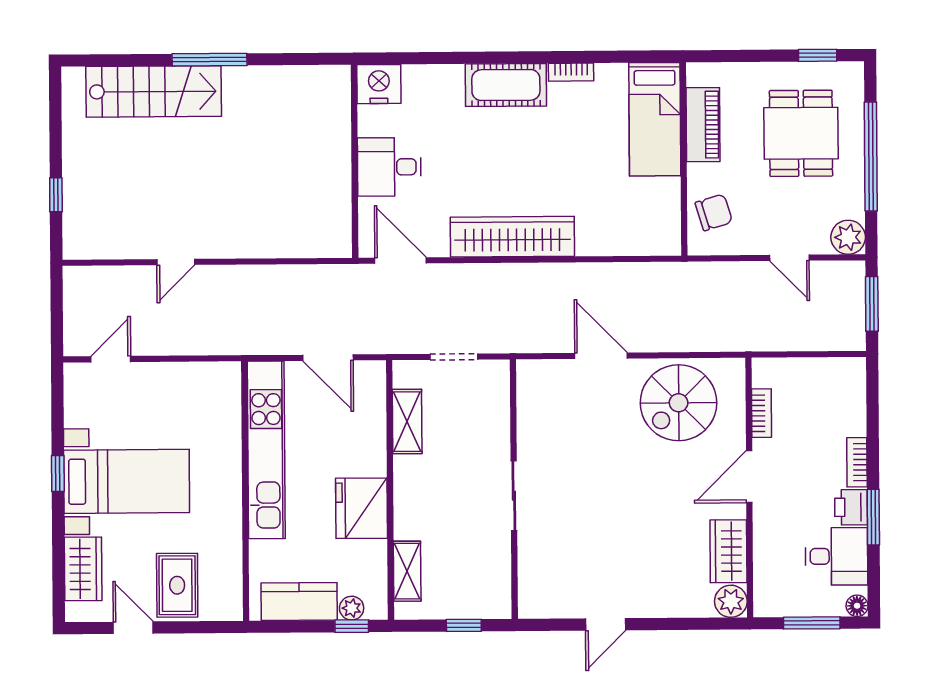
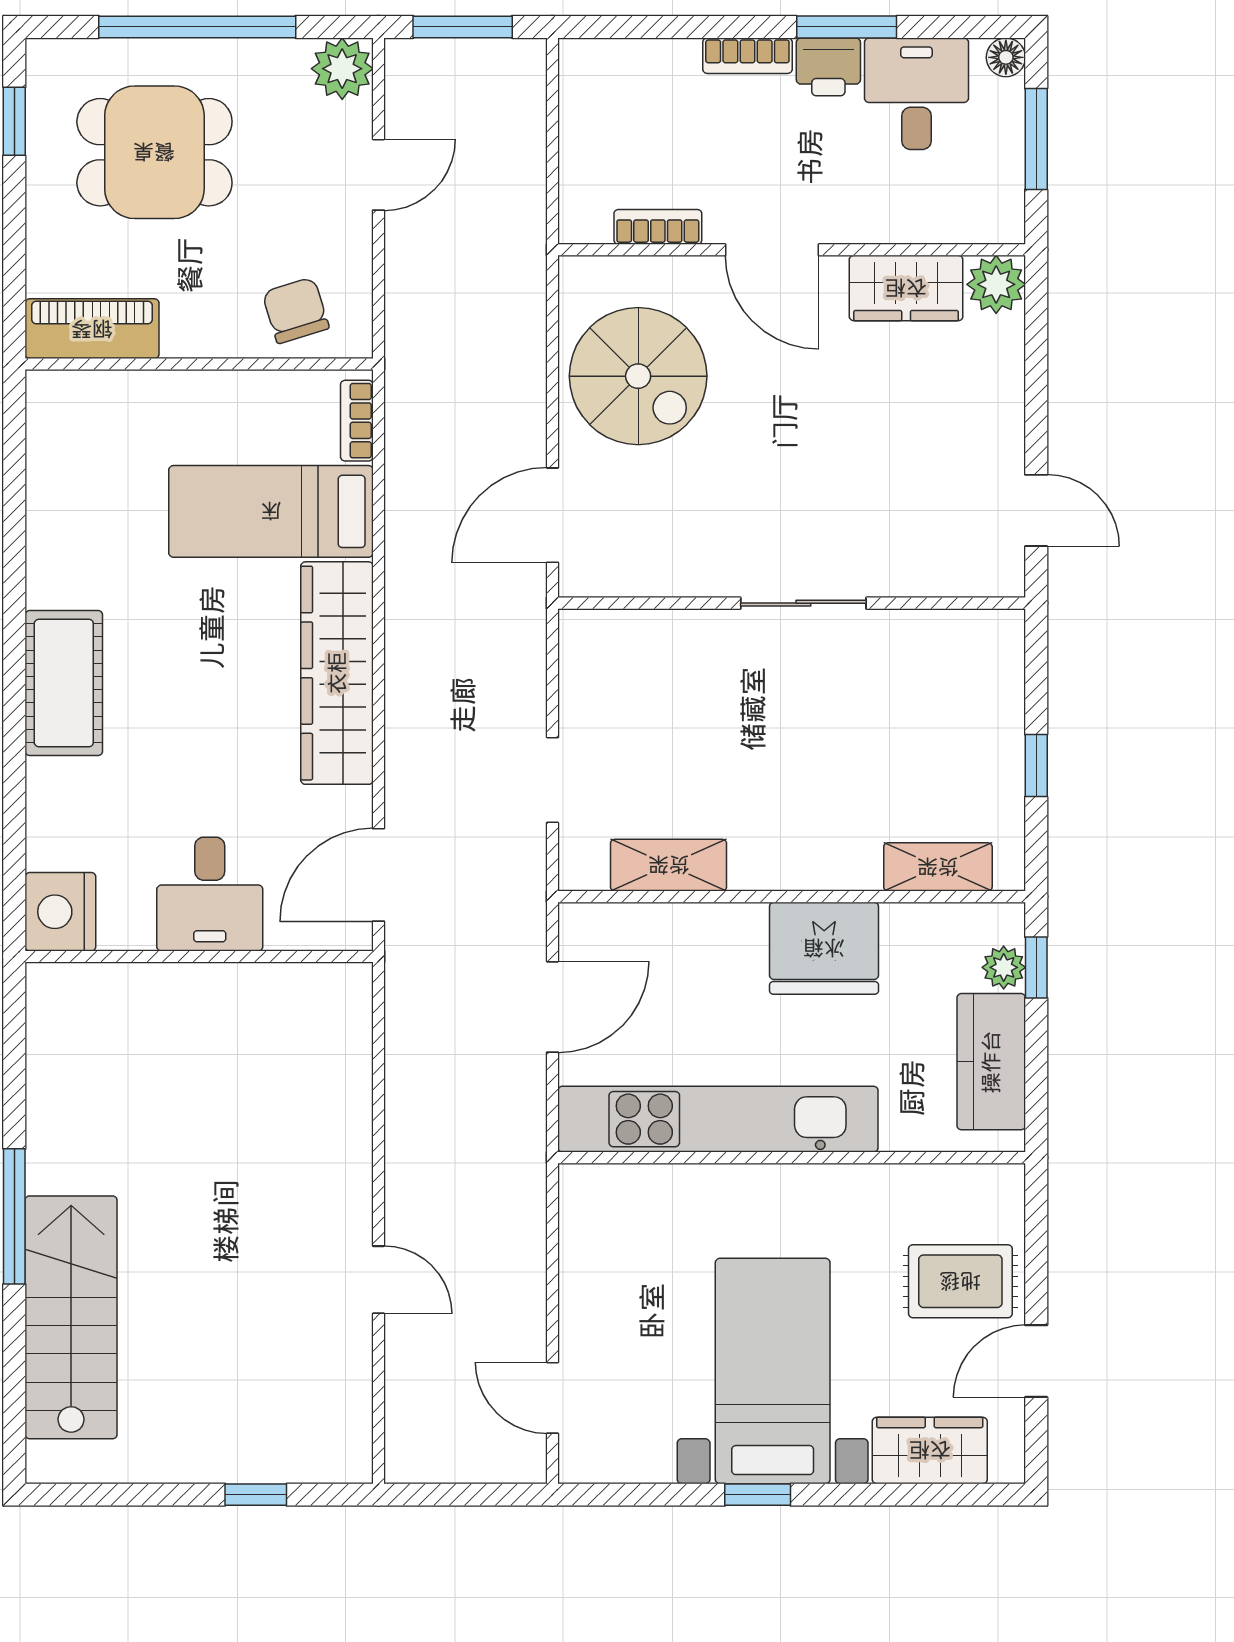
bookcase: (571, 72) -> (357, 421), moved, turned 180
bed: (655, 119) -> (271, 511), moved, turned 180
piano: (703, 125) -> (92, 329), moved
wall: (514, 489) -> (792, 603), moved
sliding door: (514, 496) -> (803, 603), moved

